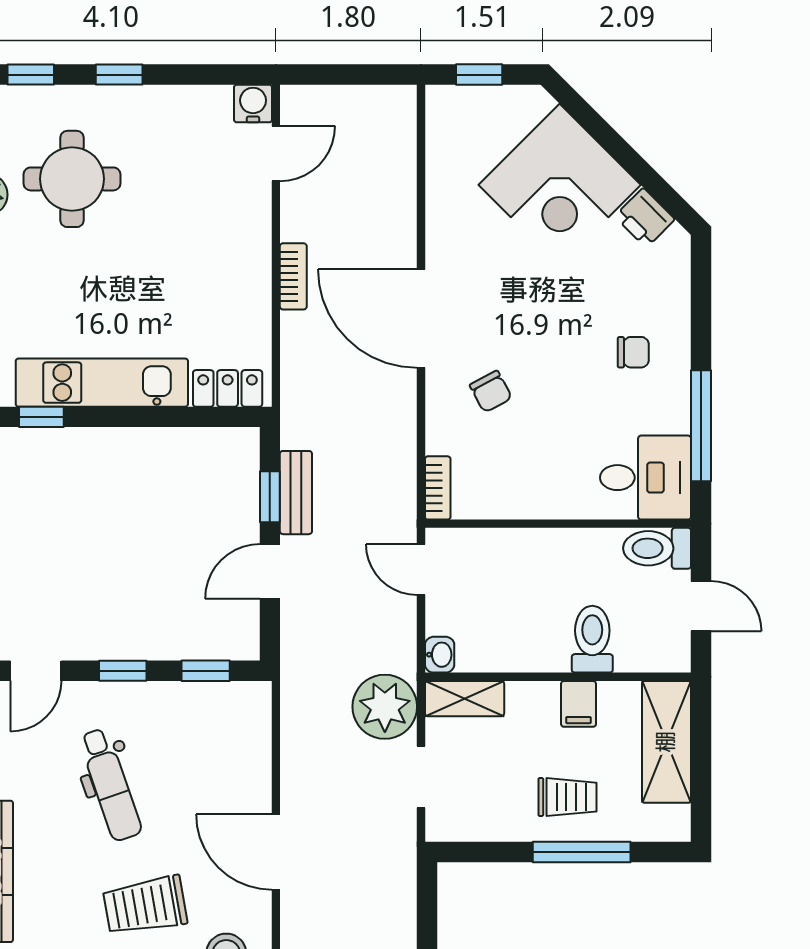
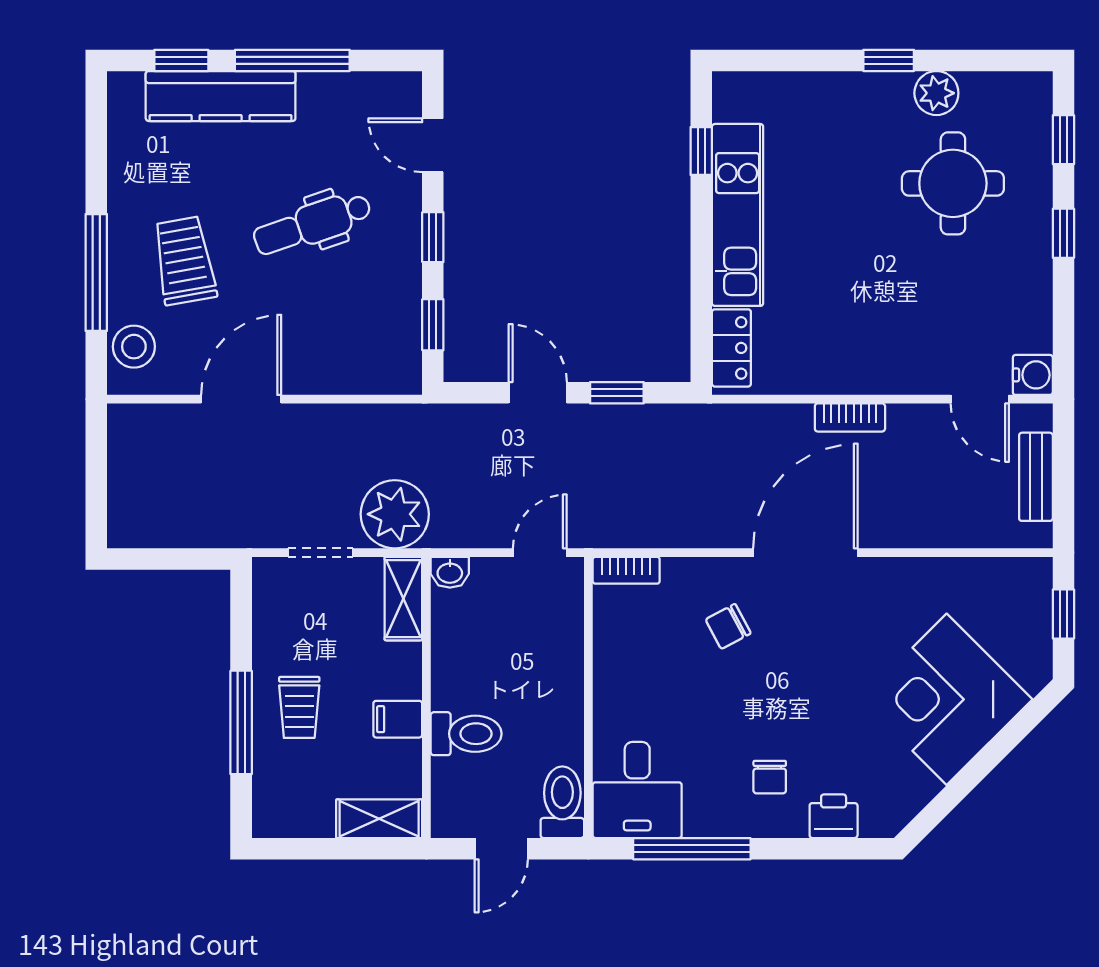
printer: (645, 218) -> (834, 816), moved, turned 45
bench: (296, 493) -> (1036, 477), moved, turned 90
shelving: (666, 742) -> (379, 819), width x0.67, depth x0.75

